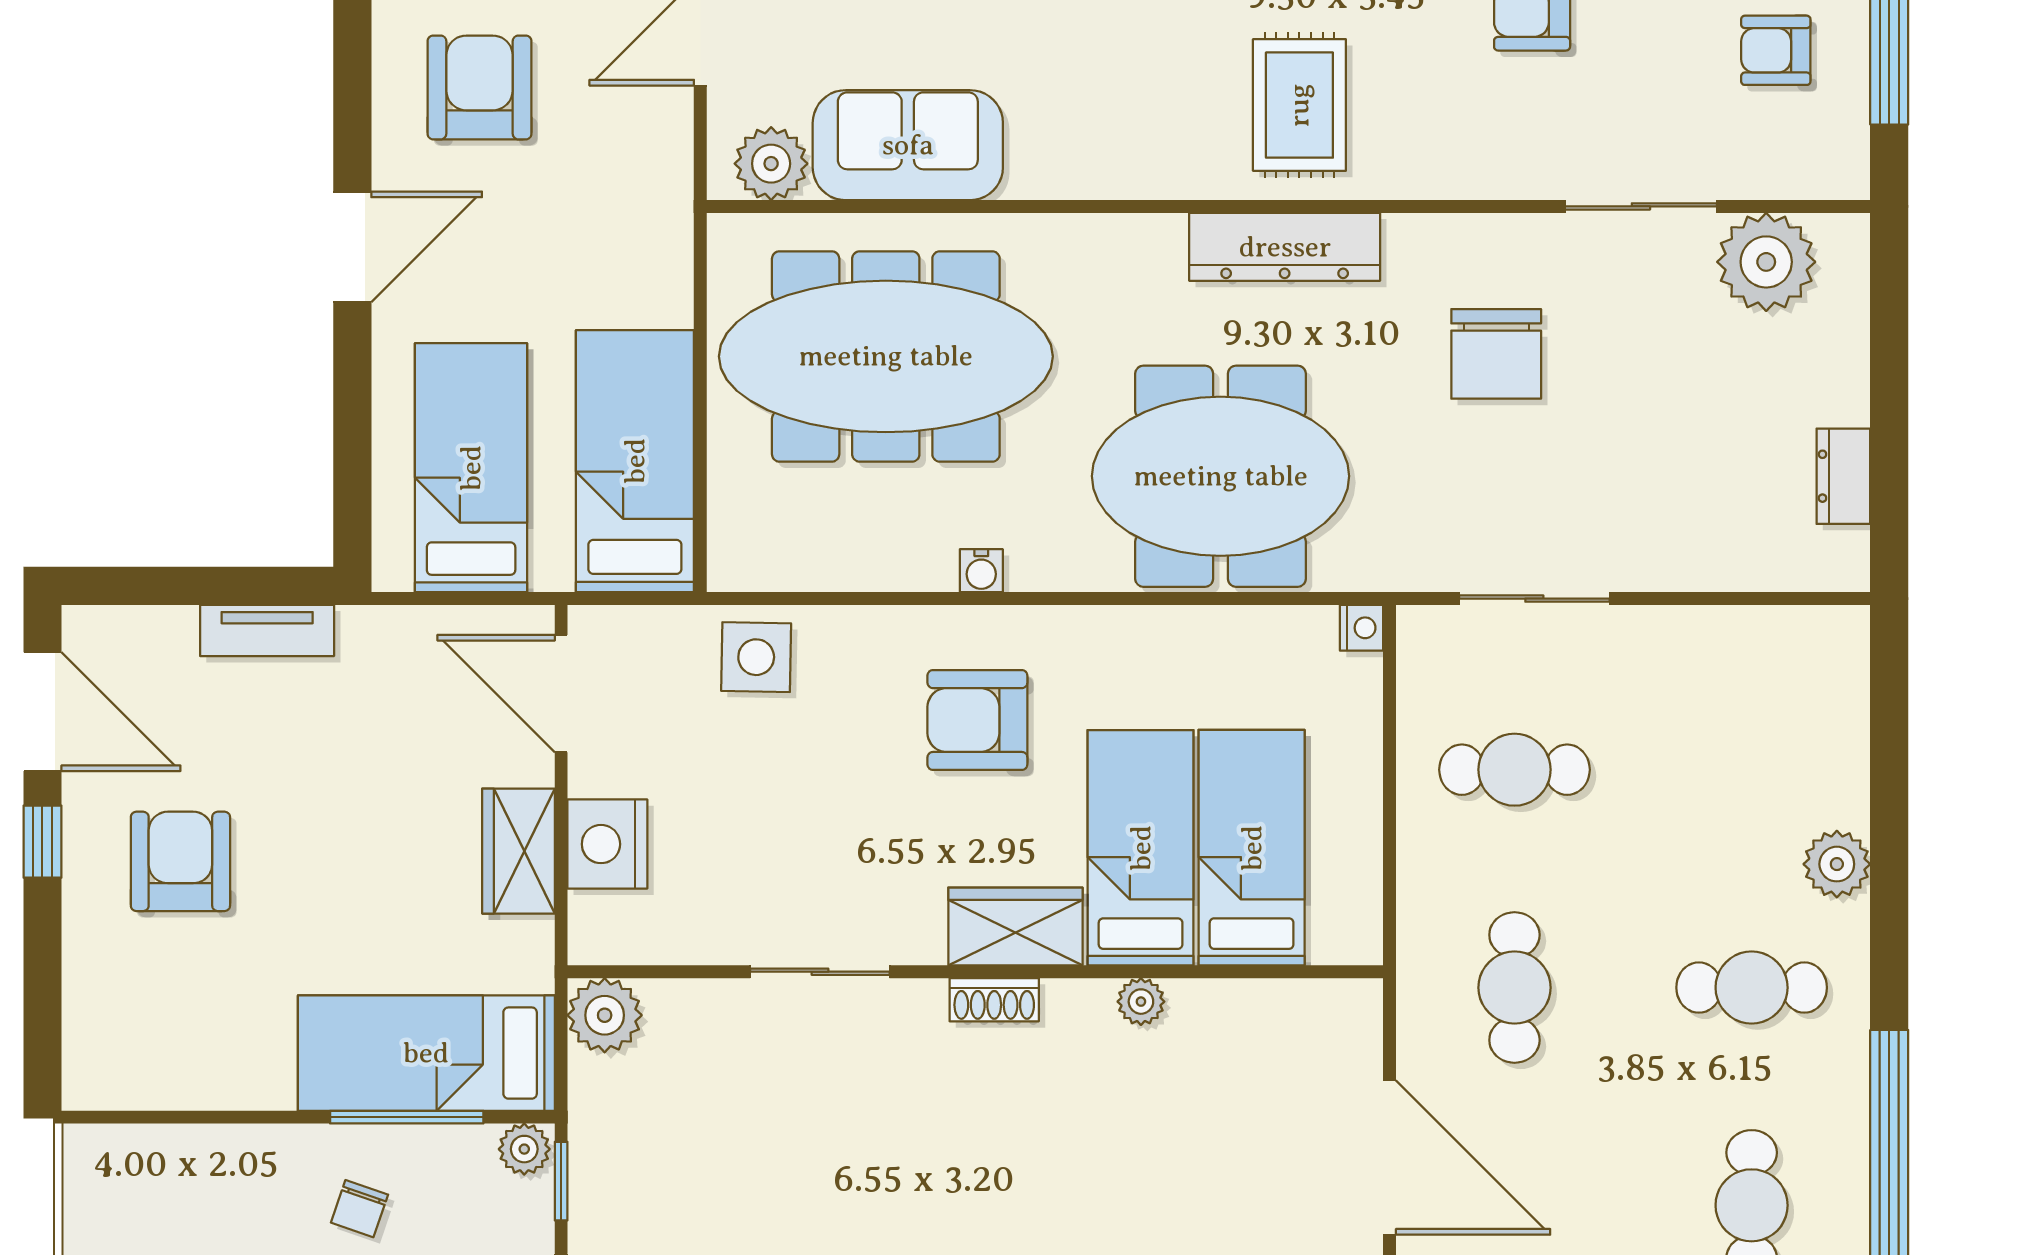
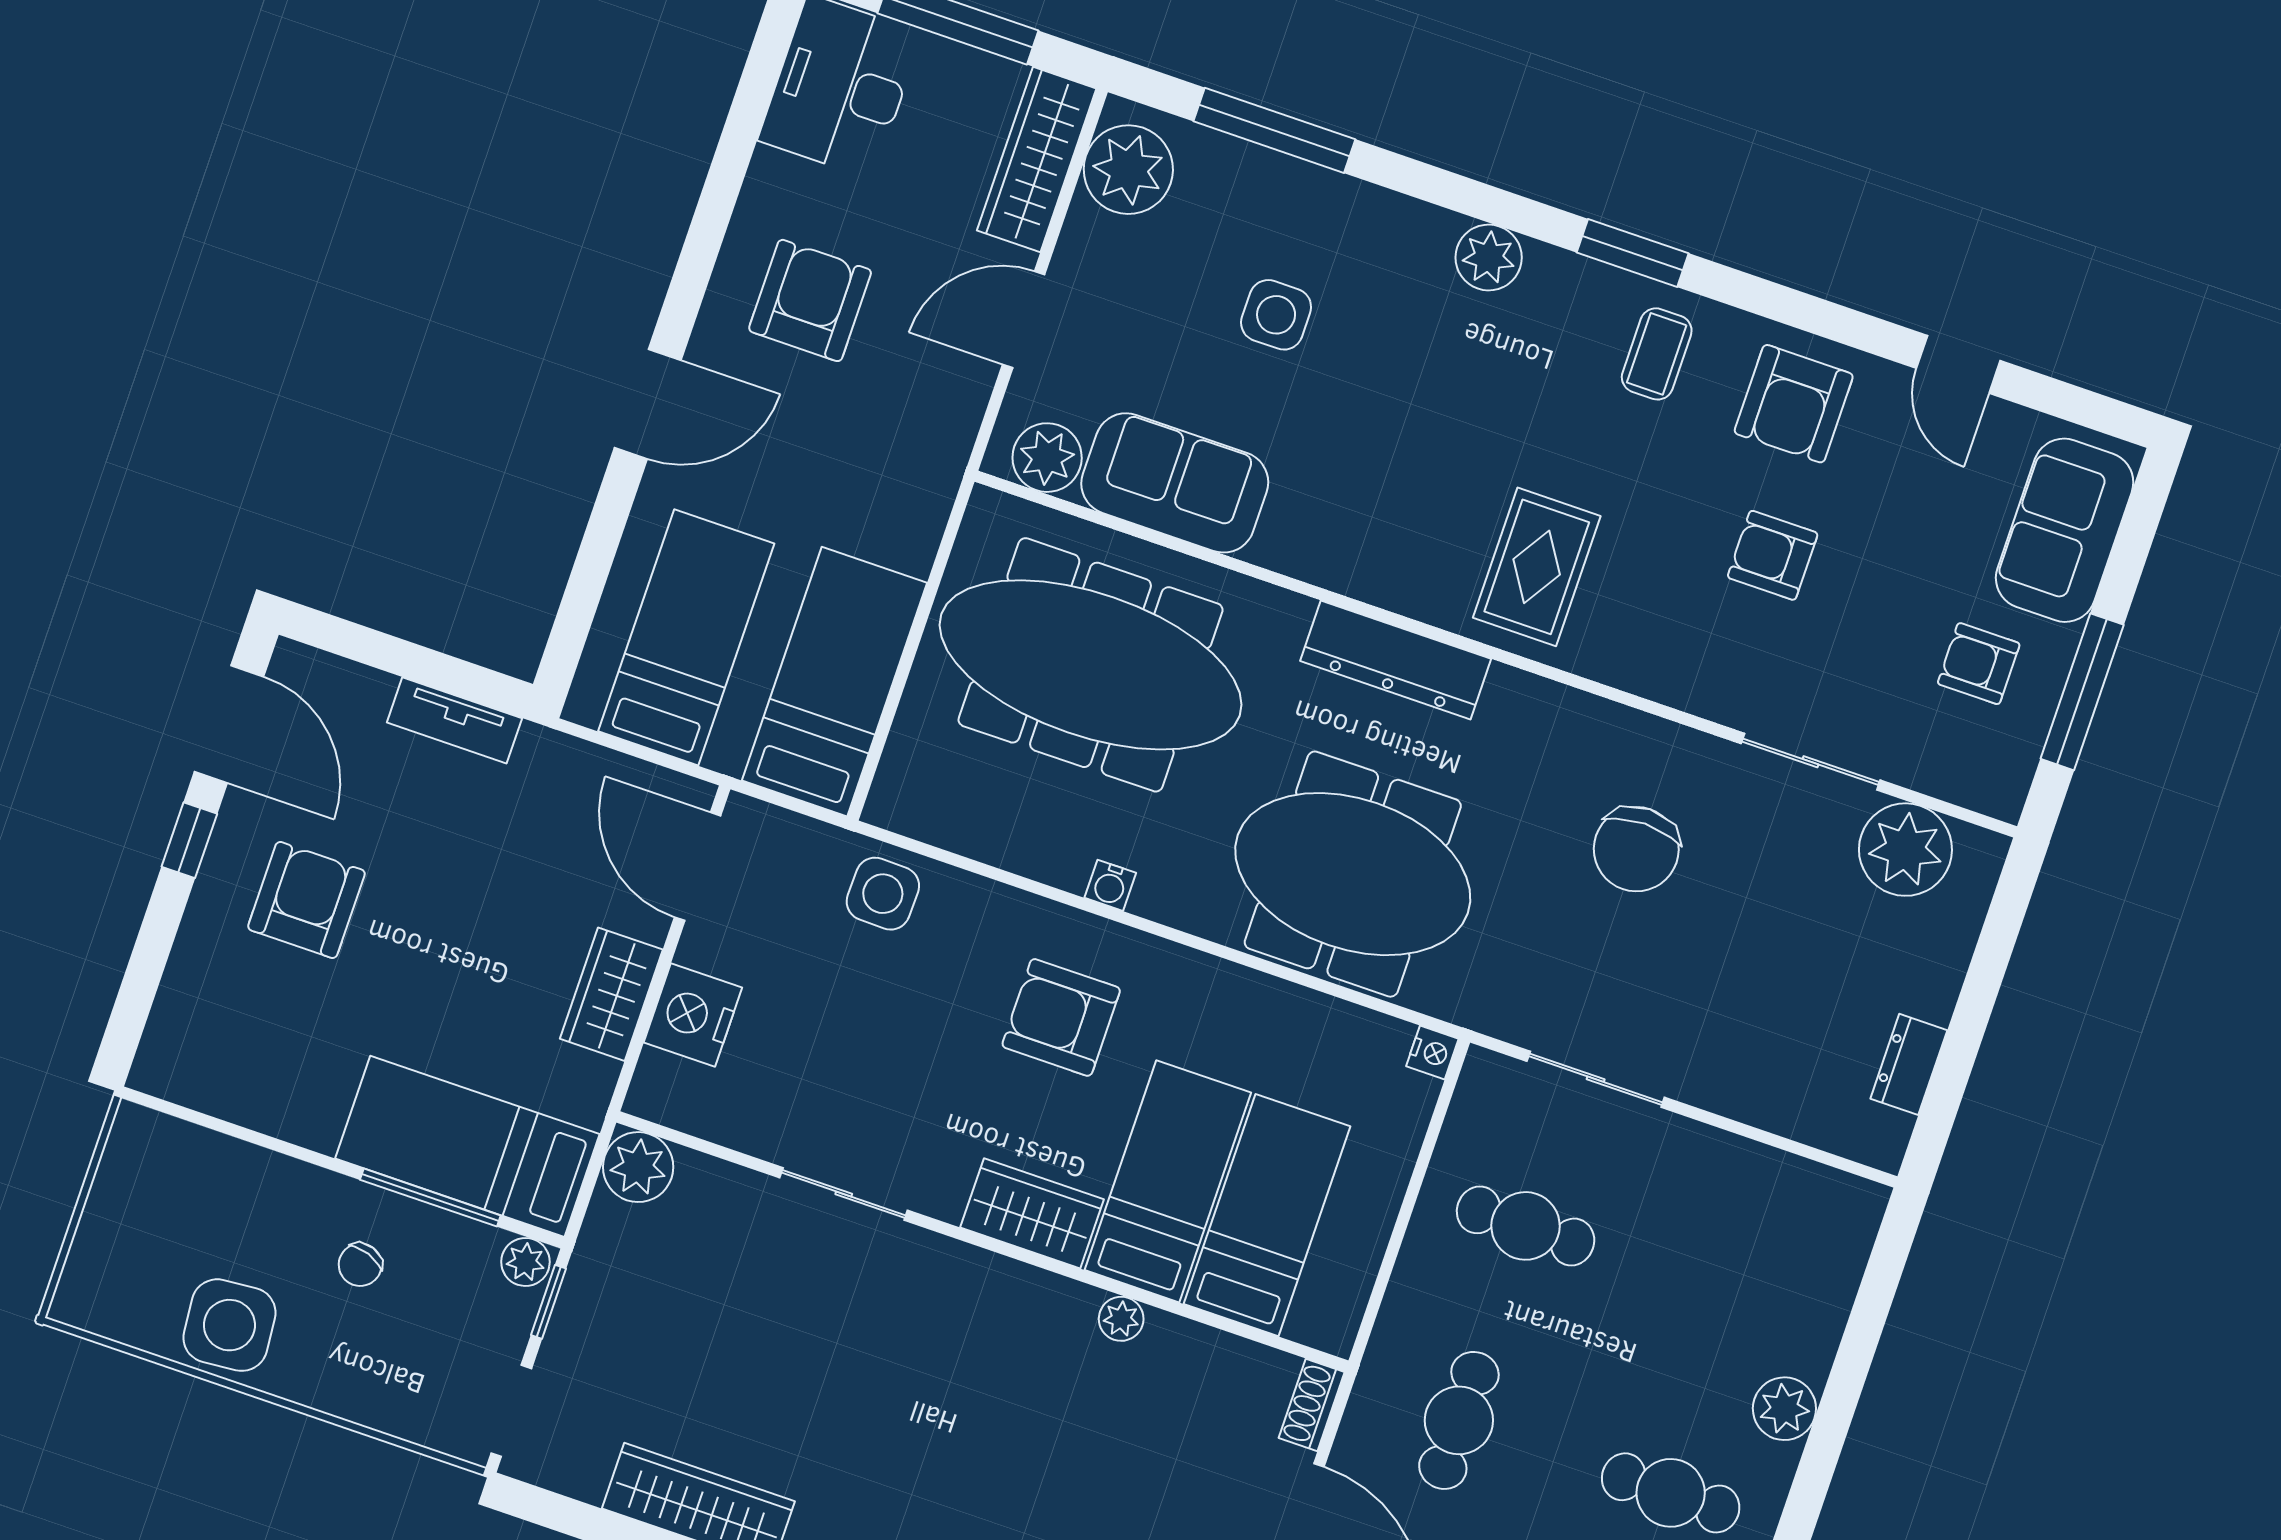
dresser: (1285, 247) -> (1396, 660), moved
shoe rack: (994, 1000) -> (1312, 1405), moved, turned 90

